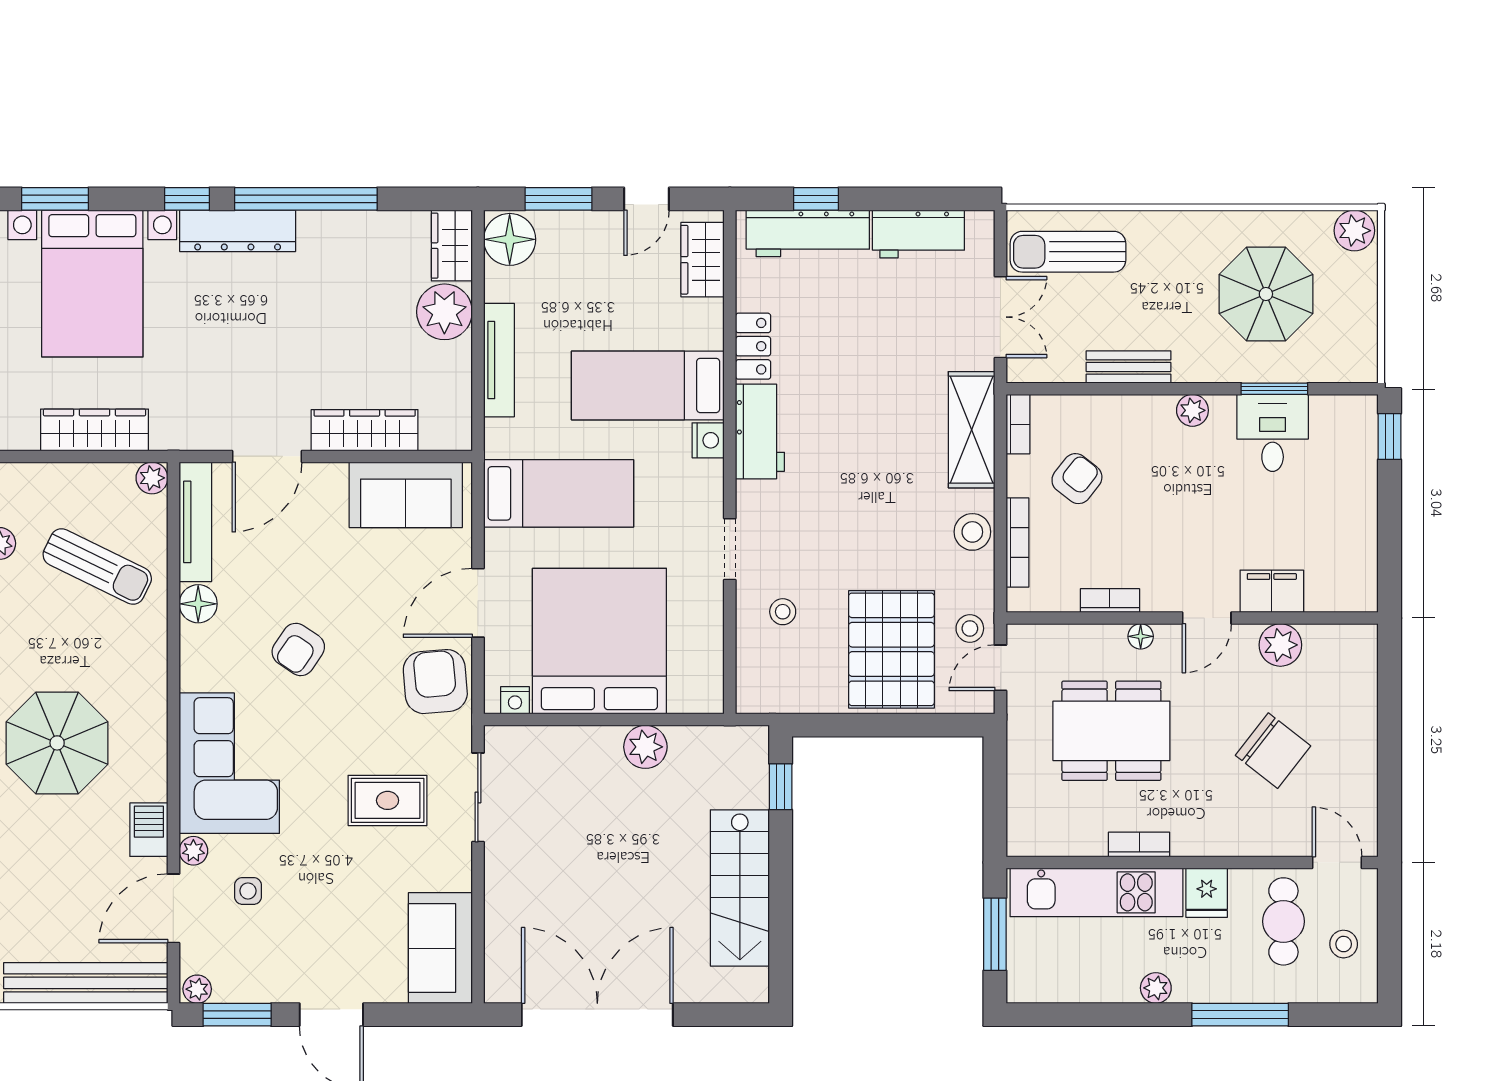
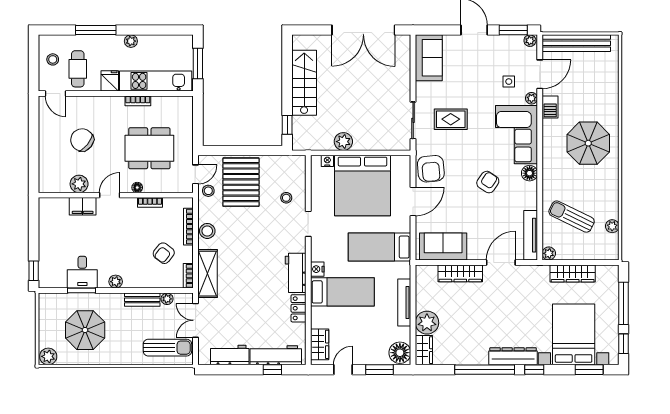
plant: (1069, 369) -> (167, 299), added
floor lamp: (198, 604) -> (530, 173), moved
nightstand: (515, 700) -> (327, 161), moved

